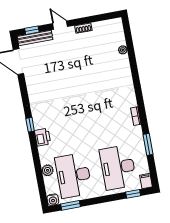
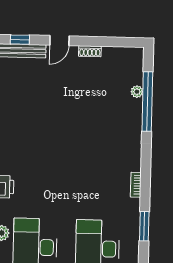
door: (60, 25) -> (59, 40), swing flipped
window: (132, 55) -> (147, 102), added

